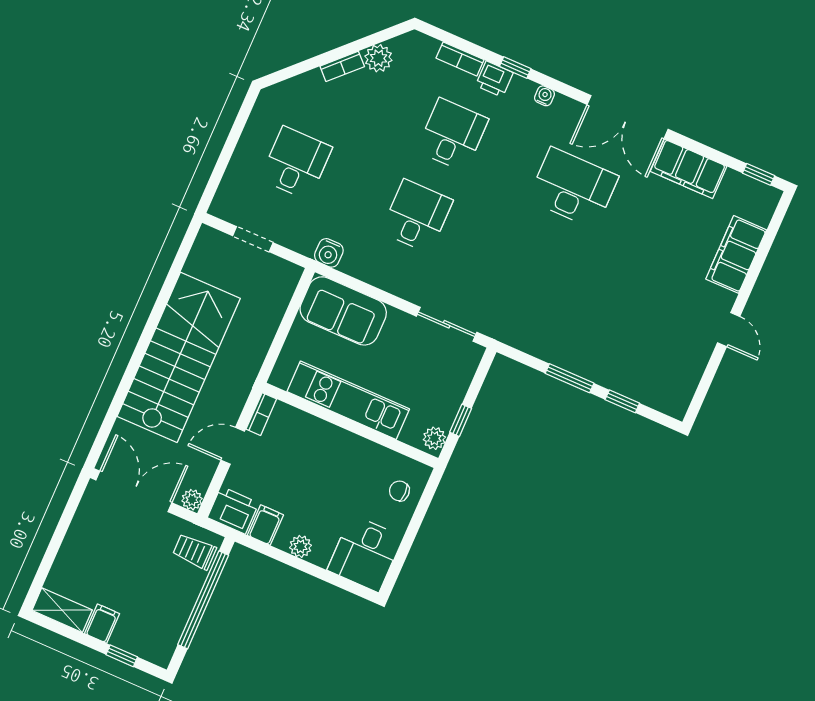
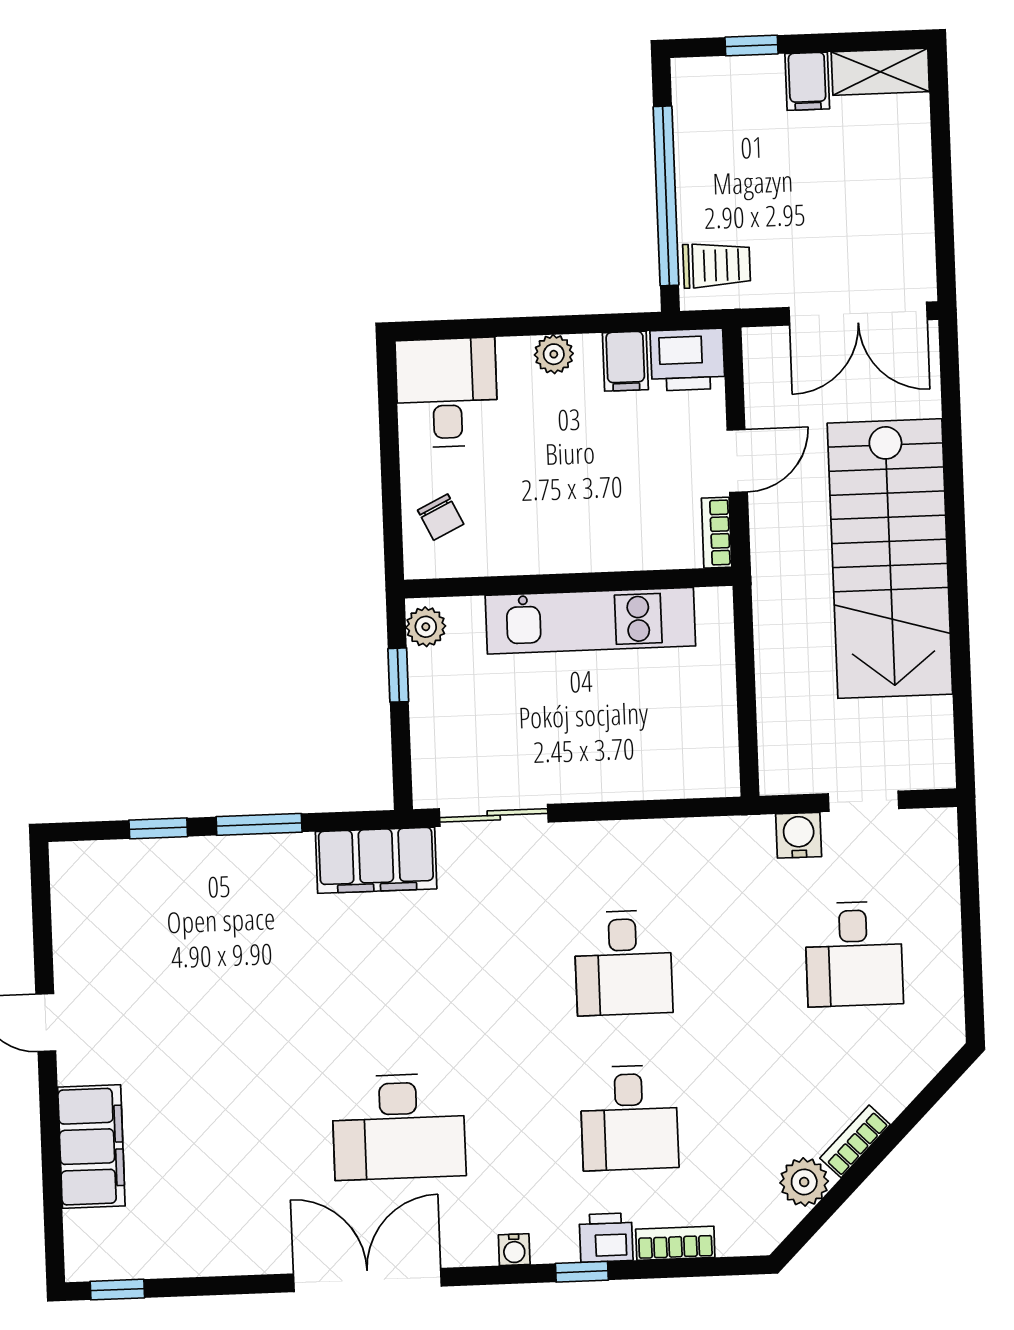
filing cabinet: (689, 169) -> (376, 860), moved, turned 180
water cooler: (329, 253) -> (799, 835), moved
sofa: (343, 311) -> (667, 757), removed
chair: (399, 491) -> (441, 517), turned 64
plant: (192, 500) -> (760, 345), removed

